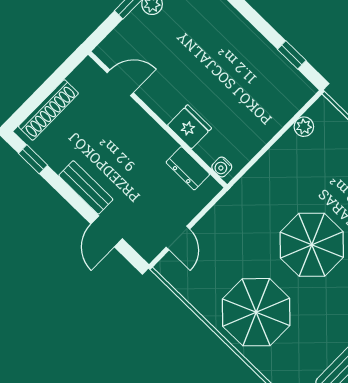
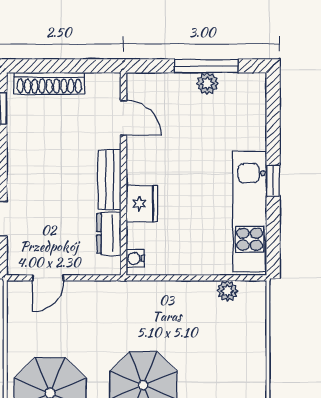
window: (292, 55) -> (273, 181), moved
kitchen unit: (265, 60) -> (250, 212), added
bench: (86, 187) -> (110, 180), moved

